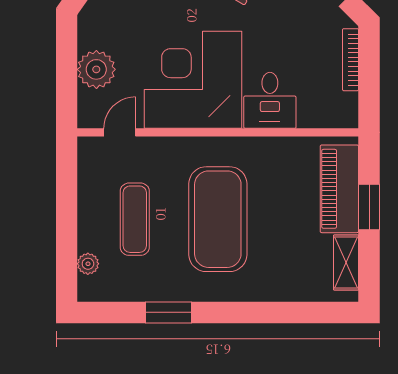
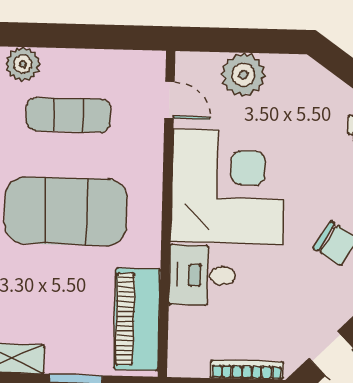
piano: (339, 189) -> (137, 319), moved, turned -90
plant: (88, 264) -> (23, 64), width x1.38, depth x1.38

